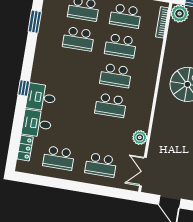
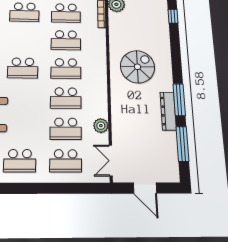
school desk: (78, 39) -> (23, 68), moved
school desk: (106, 135) -> (66, 129), added

